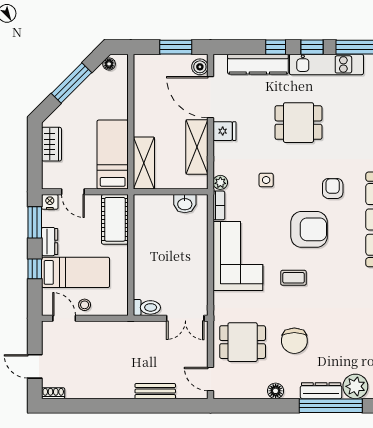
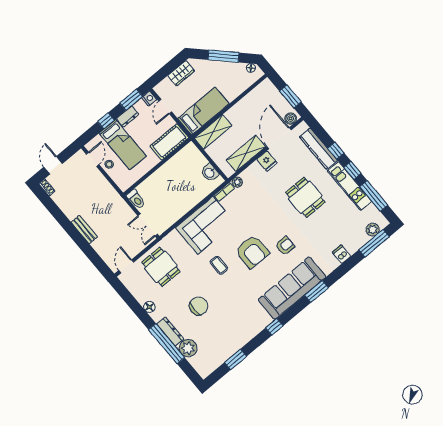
side table: (266, 180) -> (259, 206), removed
chair: (294, 341) -> (199, 306), moved, turned 180
bench: (155, 391) -> (84, 230), moved

